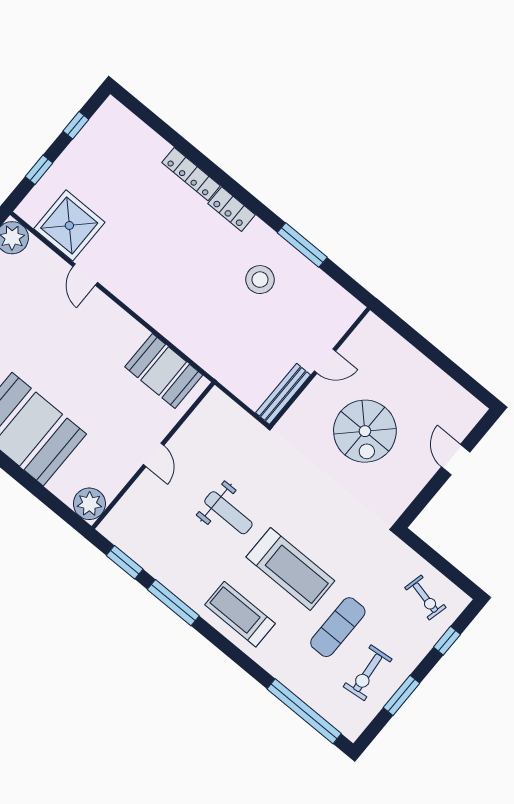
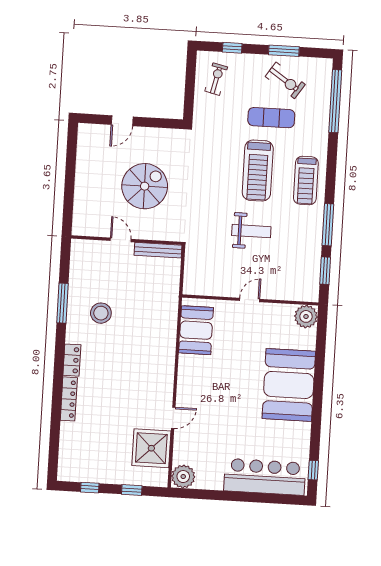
weight bench: (228, 513) -> (251, 231), turned 90
treadmill: (290, 569) -> (258, 171), turned 180
exercise bike: (368, 673) -> (285, 80), turned 40

